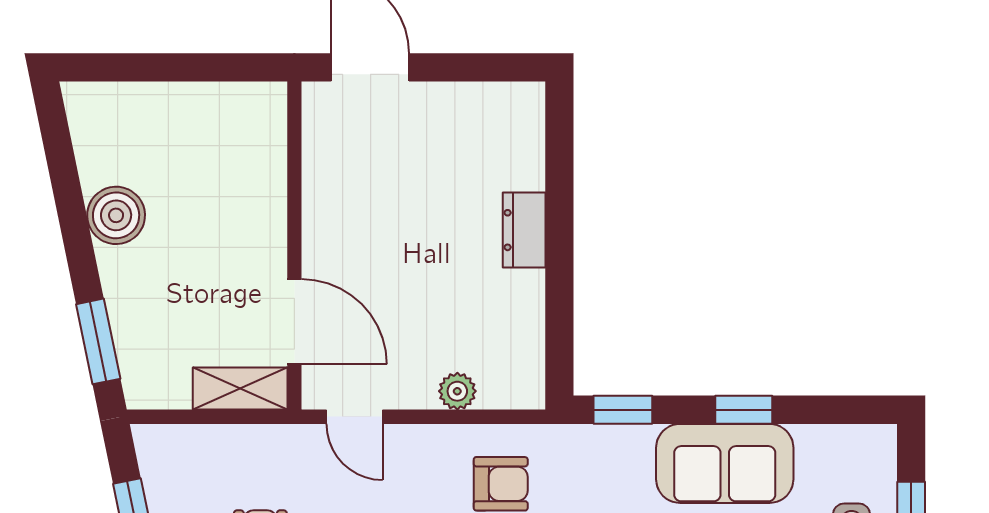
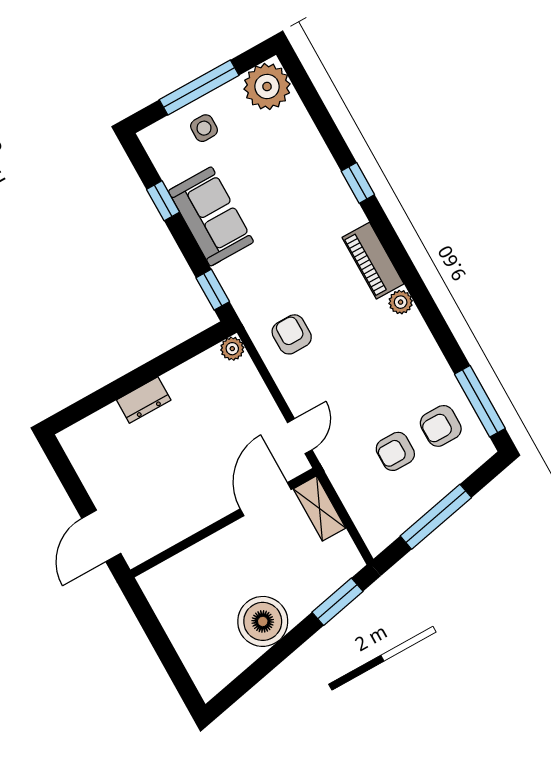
boiler: (116, 215) -> (263, 621), width x1.37, depth x1.37
plant: (457, 391) -> (232, 349), moved
window: (744, 410) -> (163, 201), moved

